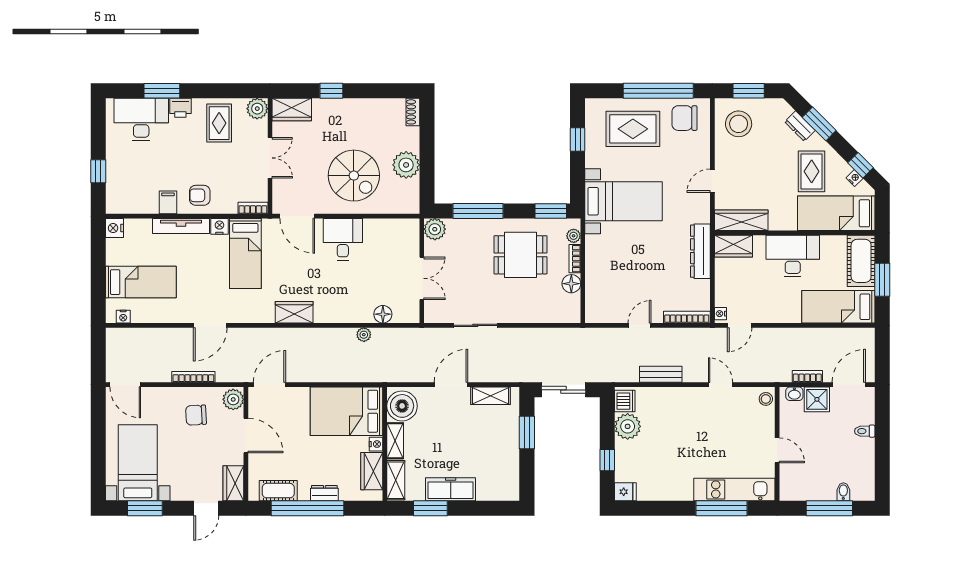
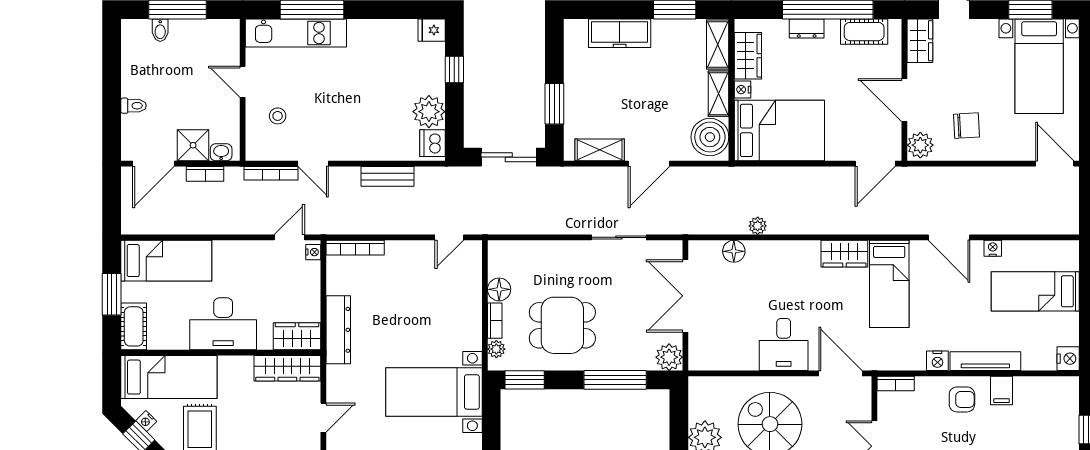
bed: (245, 253) -> (889, 284), moved, turned 180
cot: (861, 261) -> (134, 326), width x0.73, depth x0.75
double door: (422, 278) -> (685, 296), width x1.37
nightstand: (123, 317) -> (993, 248), moved
door: (210, 325) -> (949, 237), swing flipped
door: (639, 325) -> (449, 237), moved
bookcase: (193, 377) -> (271, 173), moved
stool: (766, 399) -> (278, 116), moved
freezer: (451, 489) -> (620, 33), moved

